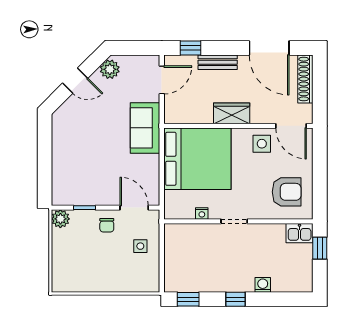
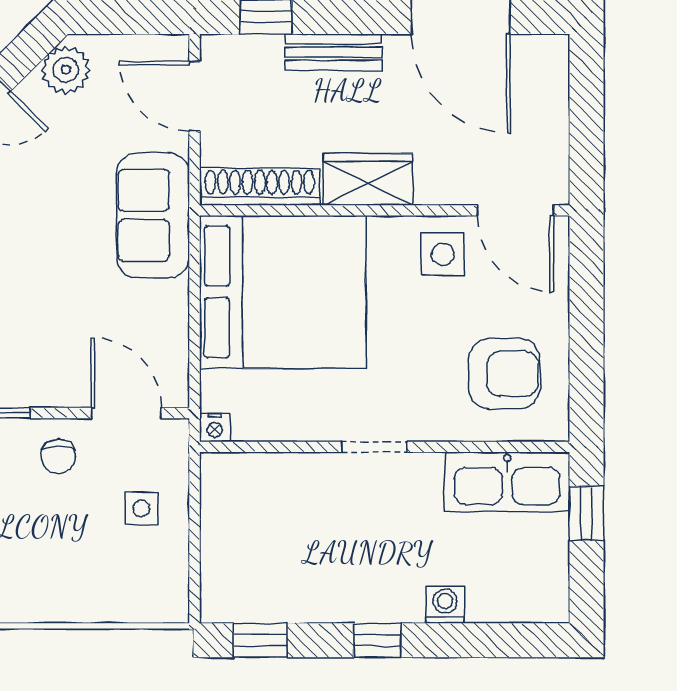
shoe rack: (305, 79) -> (260, 187), moved, turned 90
door: (162, 80) -> (195, 96), swing flipped
nightstand: (202, 213) -> (215, 427), moved
kitchen sink: (300, 233) -> (507, 482), width x1.88, depth x1.24

